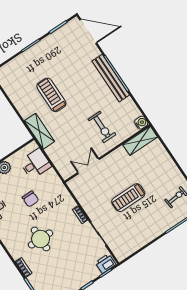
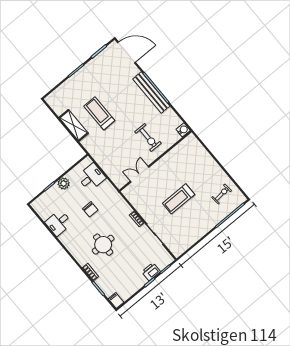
shelving: (39, 131) -> (74, 125), moved
shelving: (140, 141) -> (184, 146), removed
printer: (106, 264) -> (151, 272), moved

